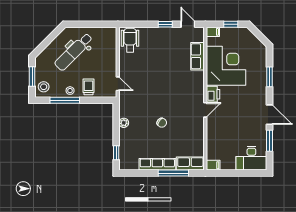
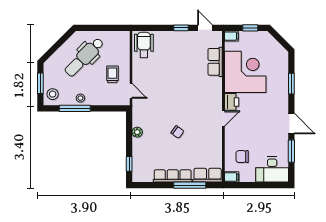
trolley: (88, 87) -> (112, 74), moved
chair: (223, 146) -> (242, 157), added

